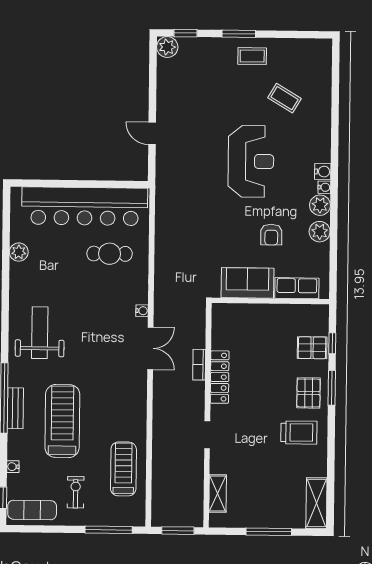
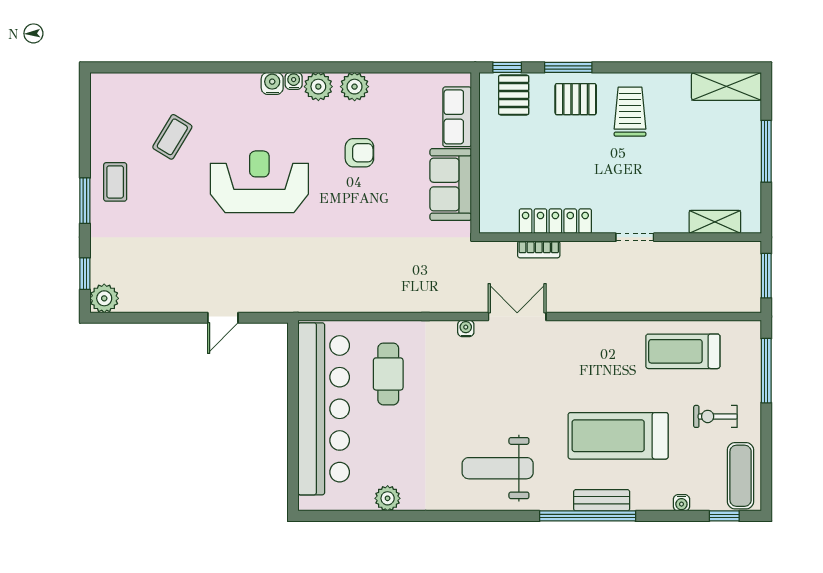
sofa: (247, 283) -> (451, 185), moved
row of seats: (297, 288) -> (457, 117), moved
wall: (270, 301) -> (475, 153), moved

